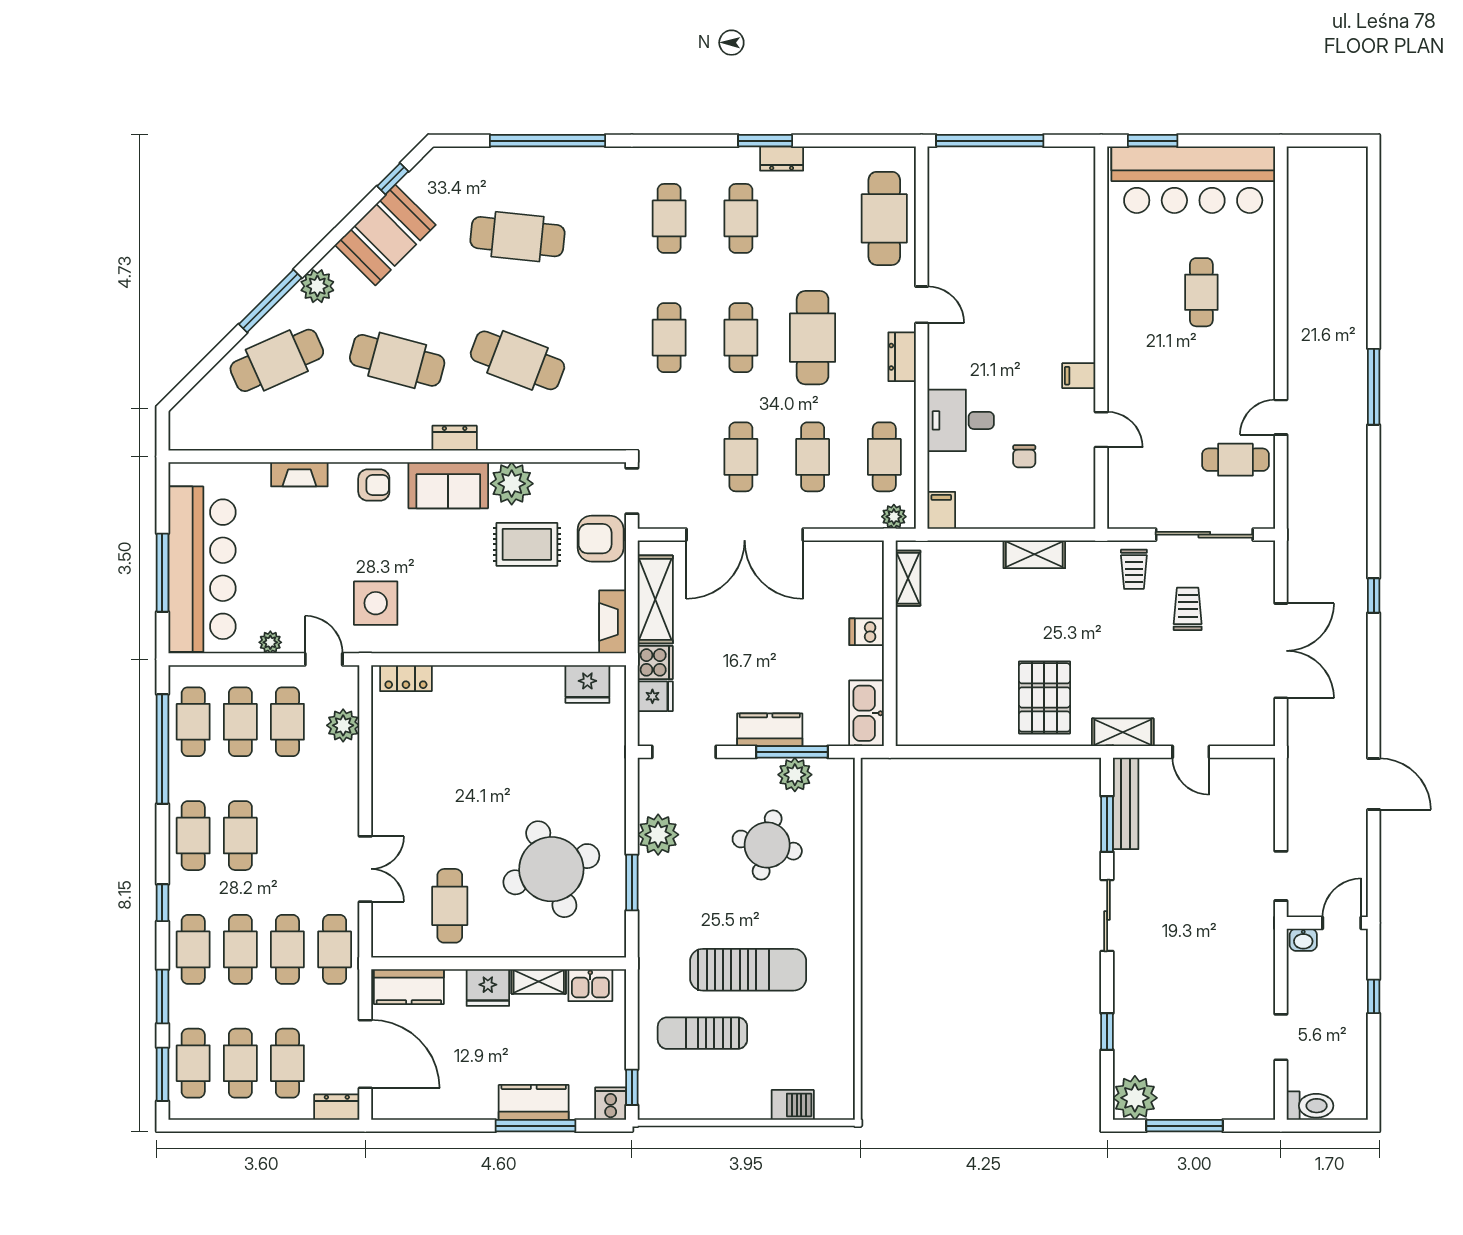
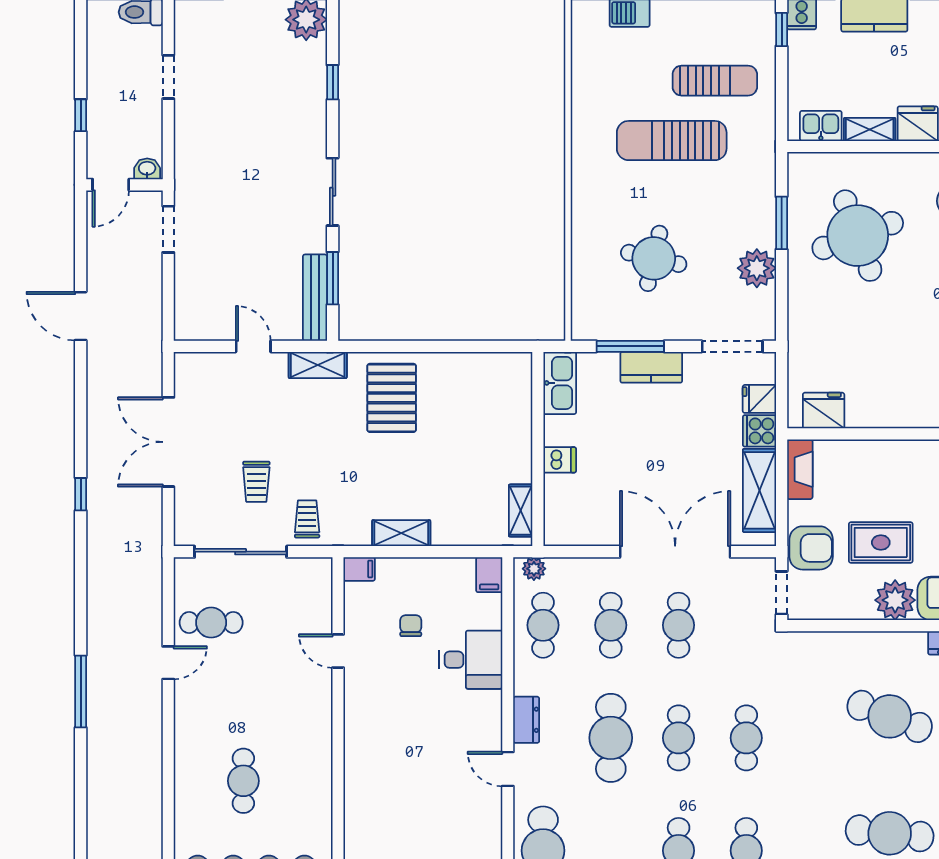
filing cabinet: (1079, 376) -> (359, 569), moved
plant: (795, 775) -> (628, 325), removed

